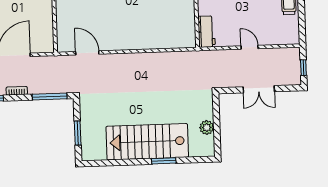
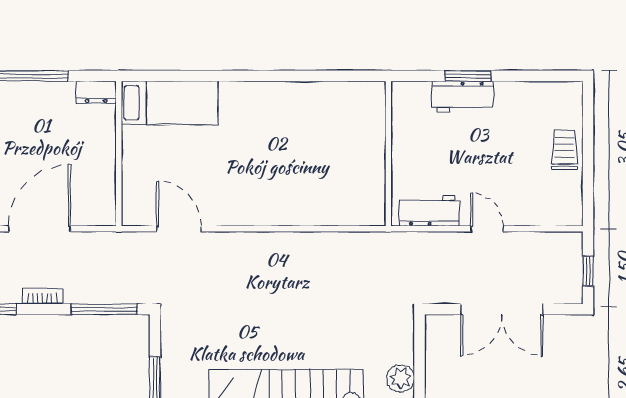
workbench: (206, 32) -> (429, 211), moved, turned -90
double door: (259, 89) -> (502, 309), width x1.37

